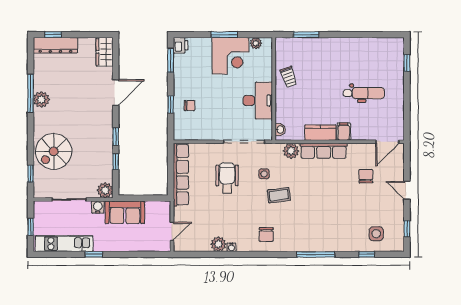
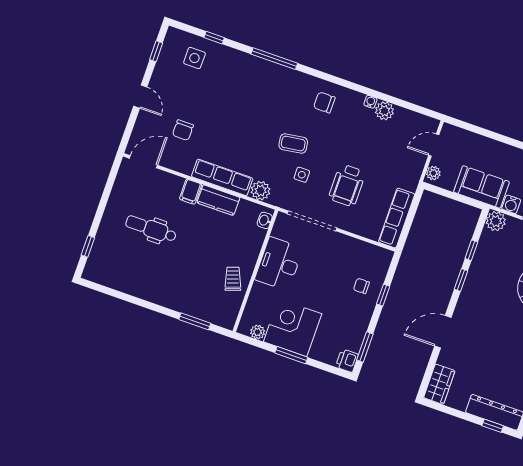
row of seats: (181, 175) -> (397, 218), width x0.73
plant: (165, 210) -> (433, 173), added
chair: (266, 235) -> (324, 102), turned -90

